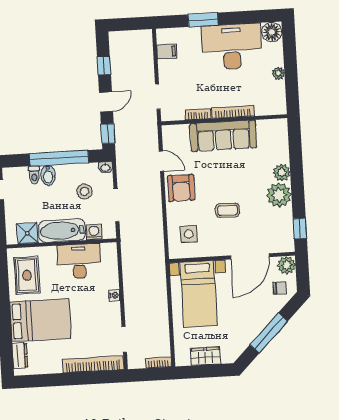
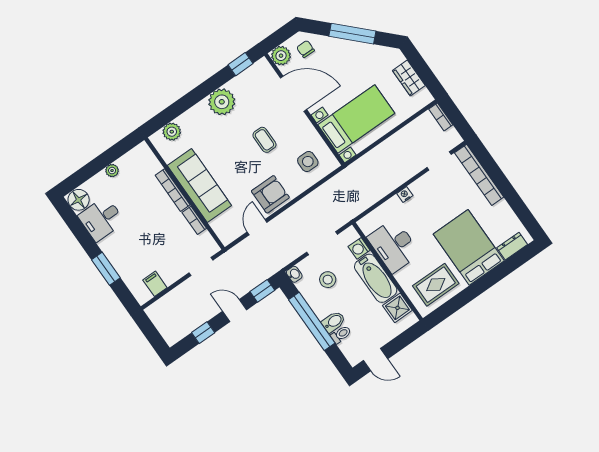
desk: (232, 47) -> (101, 219), width x0.53, depth x0.77
plant: (282, 172) -> (172, 132), moved

